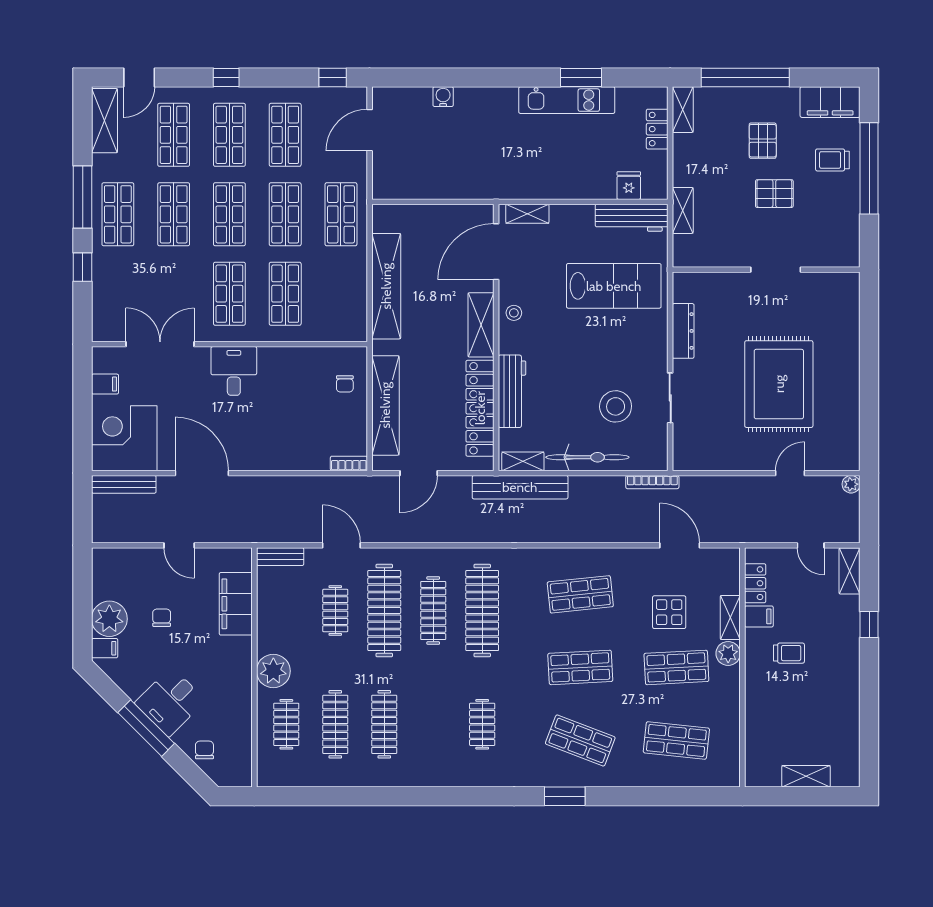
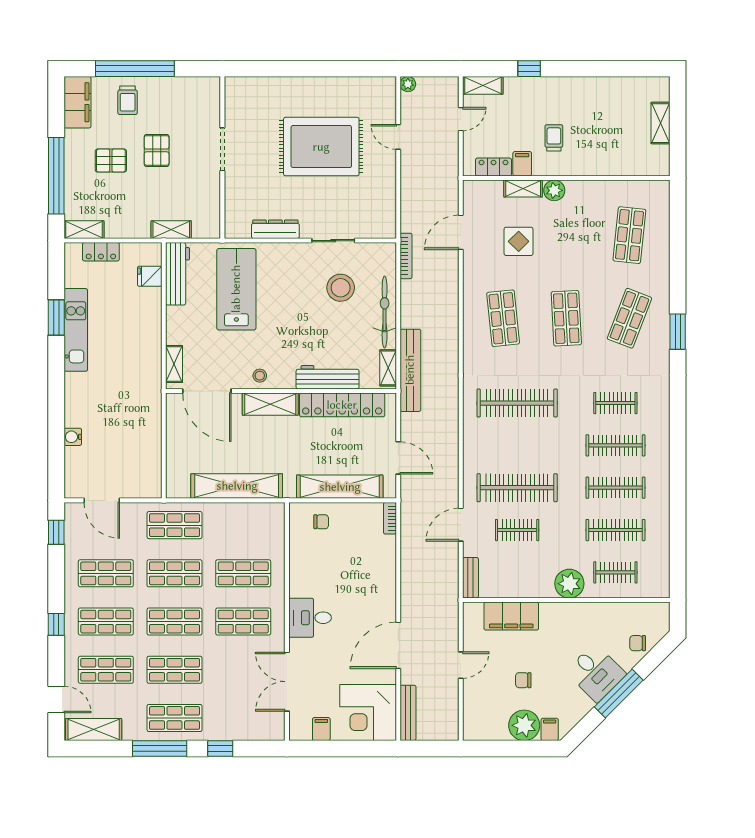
clothes rail: (433, 611) -> (615, 445), moved
shop shelf: (676, 667) -> (566, 235), removed

